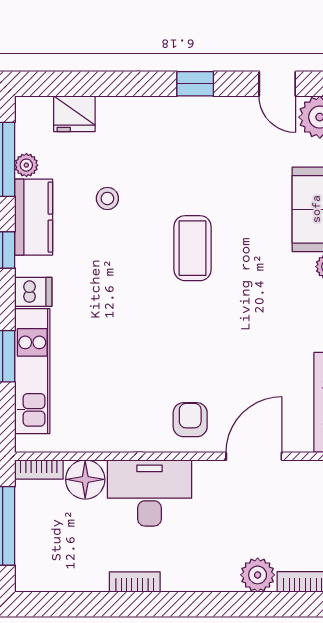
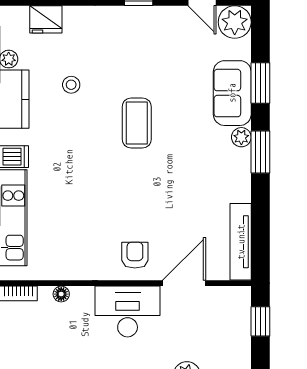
floor lamp: (85, 479) -> (61, 294), width x0.53, depth x0.53
desk: (149, 493) -> (128, 311), moved

